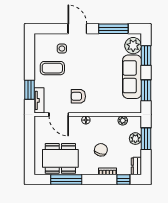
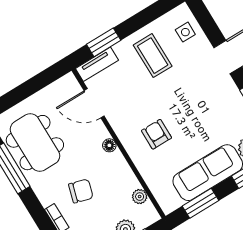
side table: (62, 49) -> (185, 32), moved
armchair: (78, 96) -> (156, 134), moved
door: (59, 115) -> (94, 103), hinge flipped

